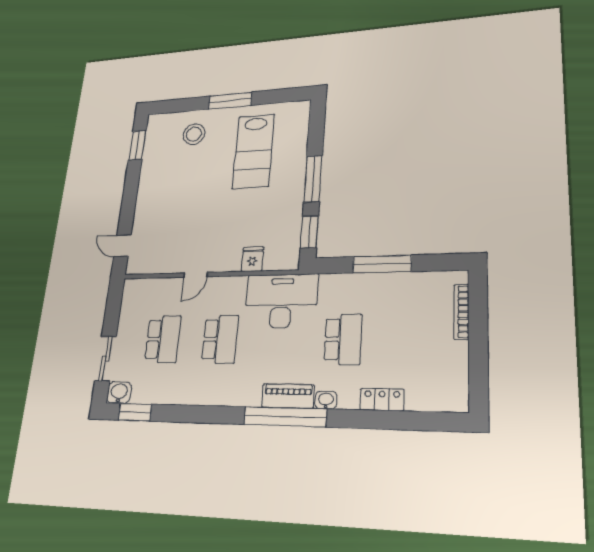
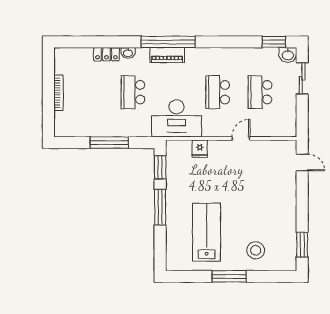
bookcase: (461, 312) -> (58, 93), moved
washbasin: (326, 400) -> (128, 53), moved

